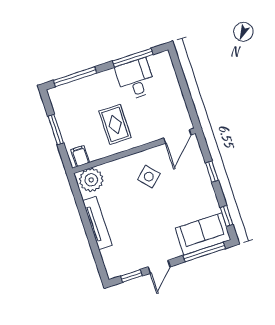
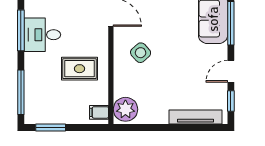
window: (56, 130) -> (51, 128), moved
tv unit: (97, 223) -> (196, 117), moved
door: (159, 267) -> (231, 71), swing flipped

